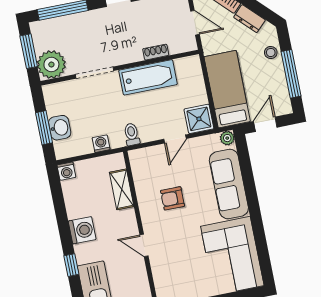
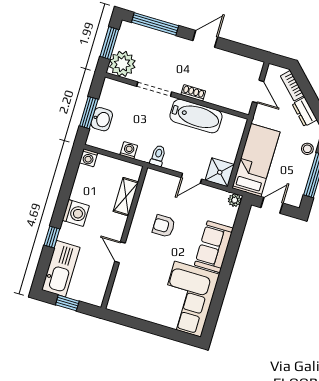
shoe rack: (156, 52) -> (193, 93), moved
sofa: (229, 184) -> (214, 247), width x0.73

